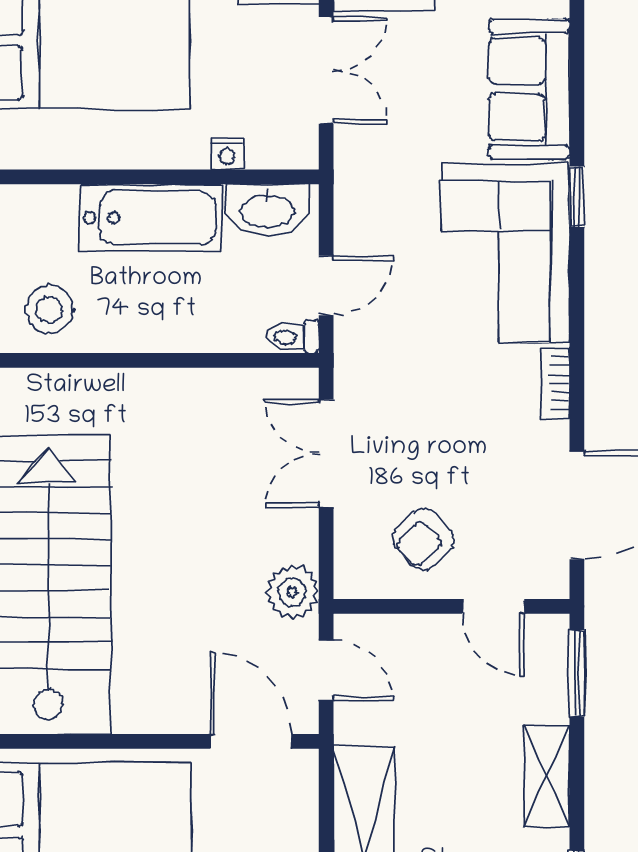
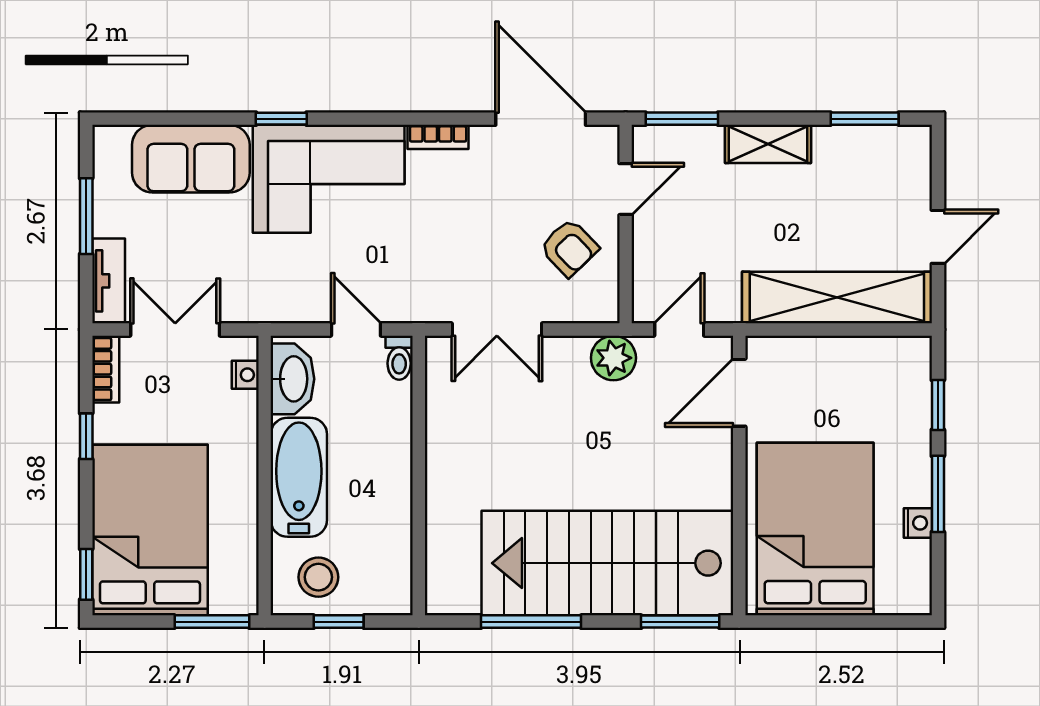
nightstand: (227, 154) -> (245, 375), moved
stool: (49, 309) -> (318, 577), moved

